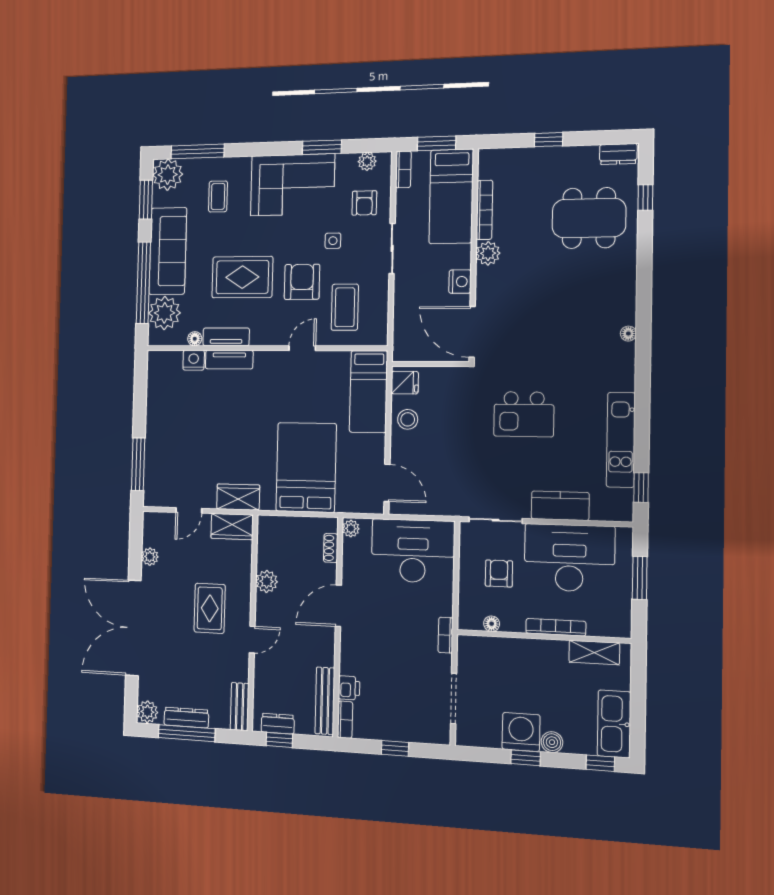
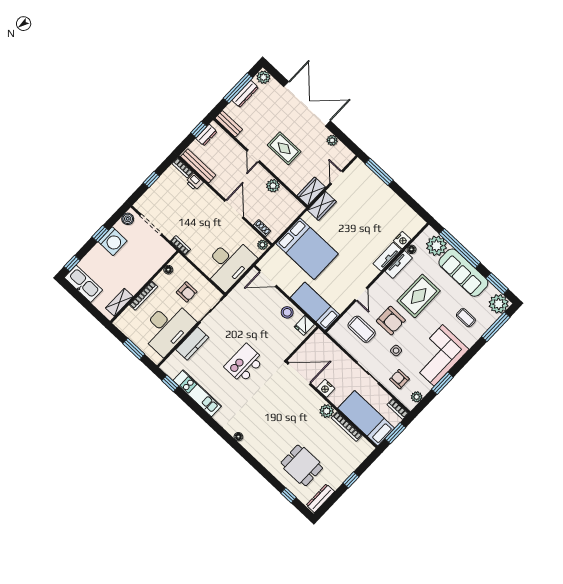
dresser: (618, 154) -> (320, 498), width x1.44
dining table: (589, 218) -> (302, 465), width x0.73
boiler: (552, 742) -> (128, 219), moved

